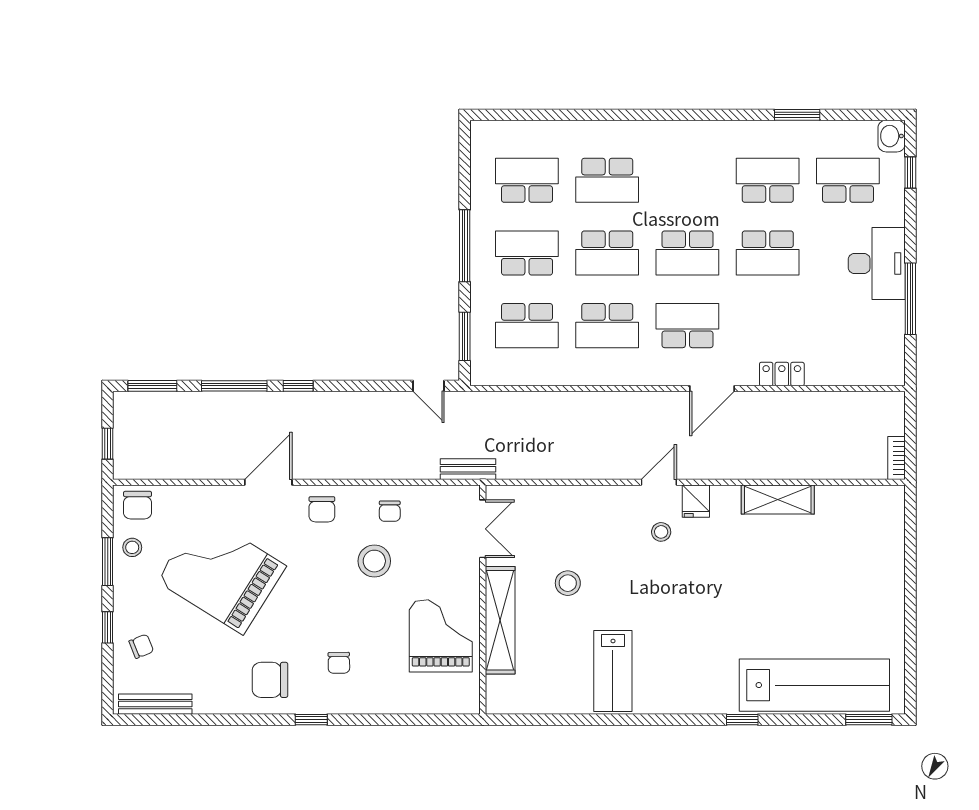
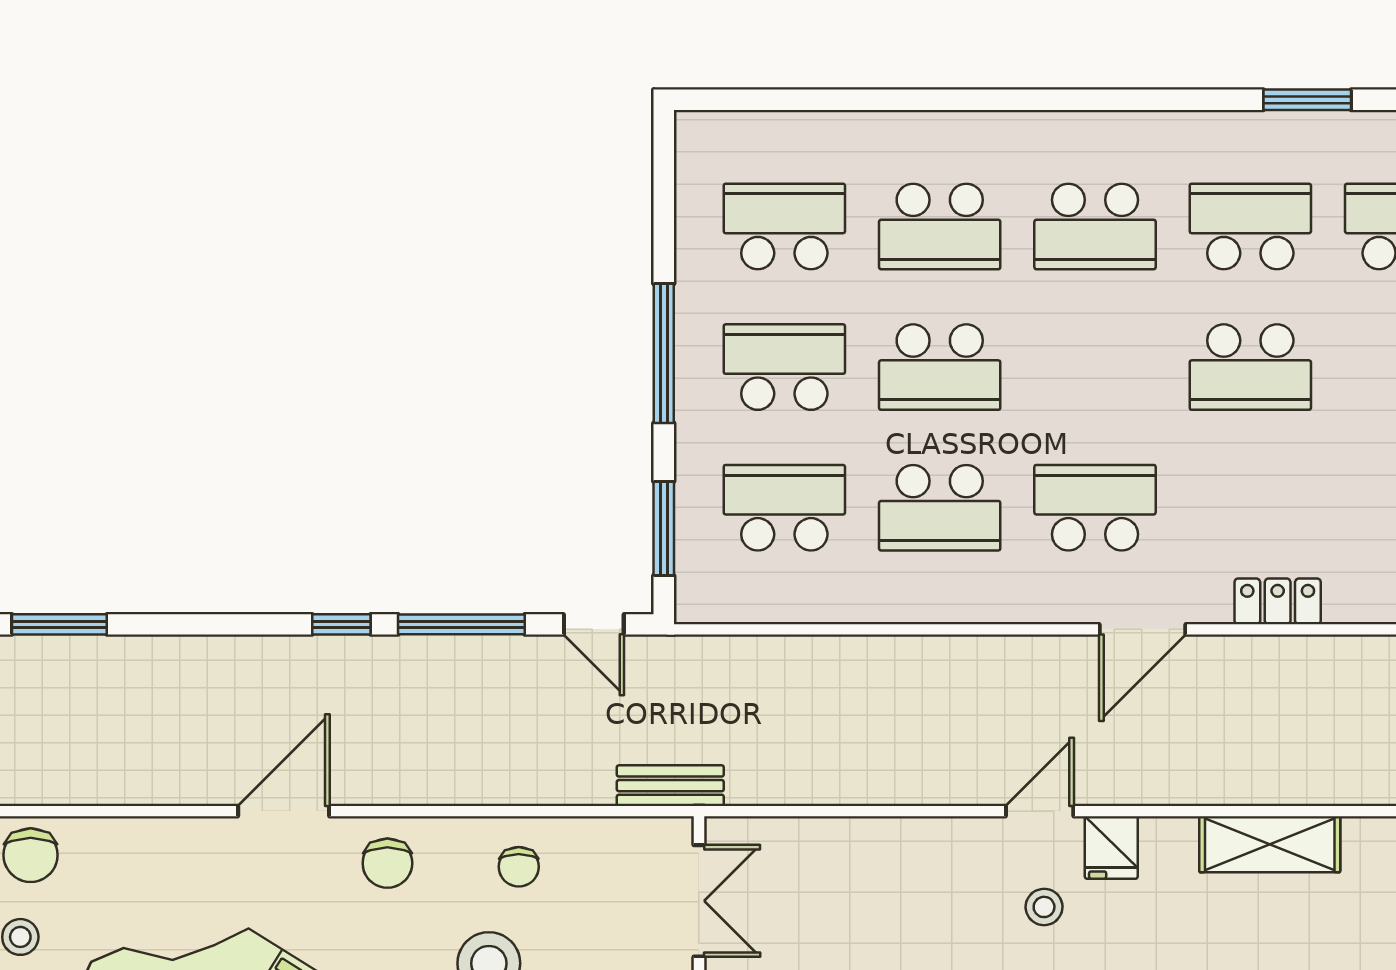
school desk: (687, 253) -> (1095, 226), moved
school desk: (527, 326) -> (784, 508), turned 180
window: (234, 386) -> (461, 624), moved

